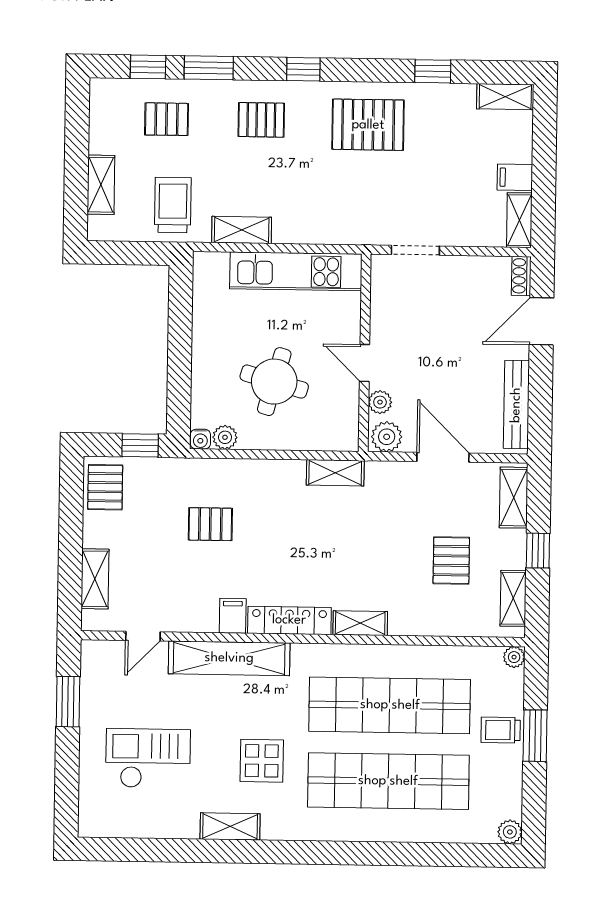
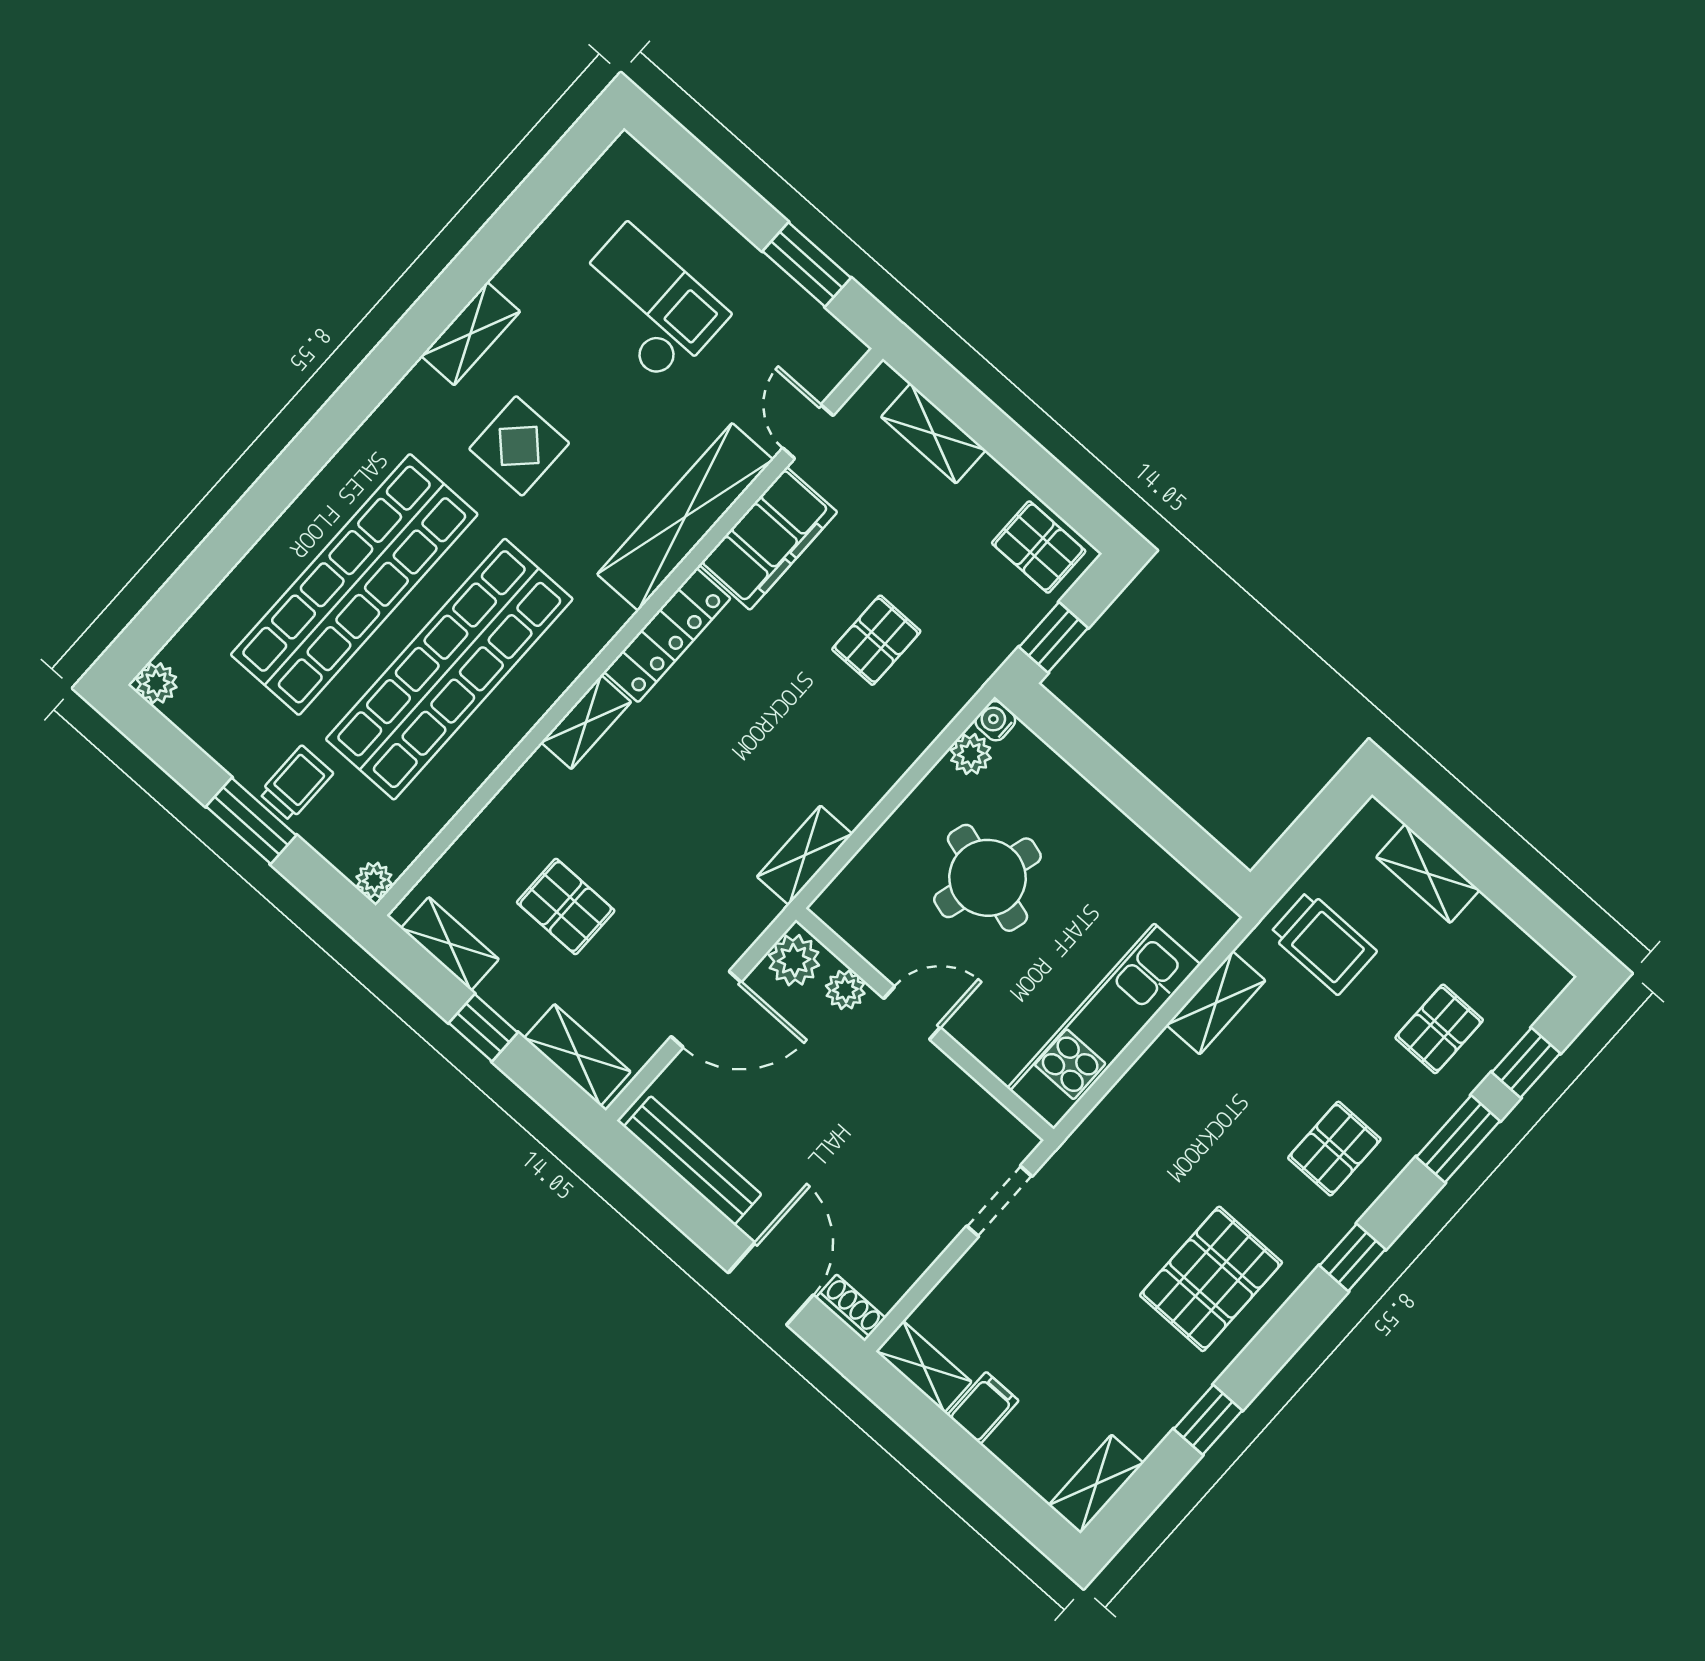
filing cabinet: (233, 616) -> (768, 538), width x3.00, depth x1.17
checkout: (148, 758) -> (647, 304), turned -90

